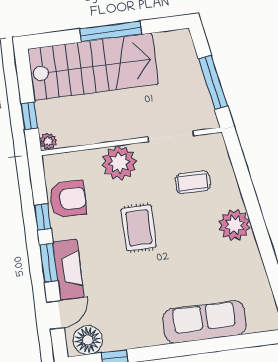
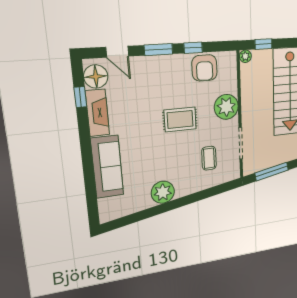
plant: (235, 225) -> (163, 192), moved
fireplace: (68, 270) -> (97, 113), moved, turned -90

